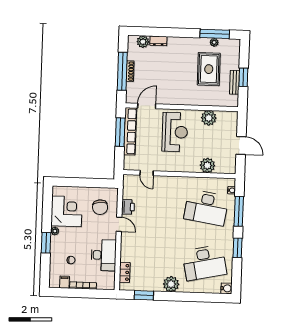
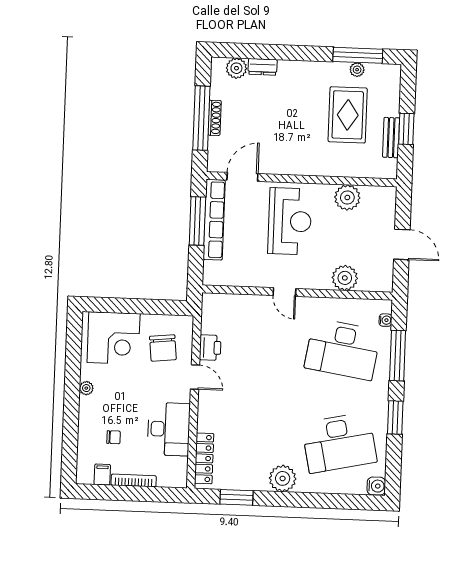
door: (147, 173) -> (284, 292), moved
corner desk: (67, 211) -> (114, 338), moved, turned 90
window: (46, 243) -> (71, 408), removed
locker: (125, 272) -> (204, 458), width x1.53

